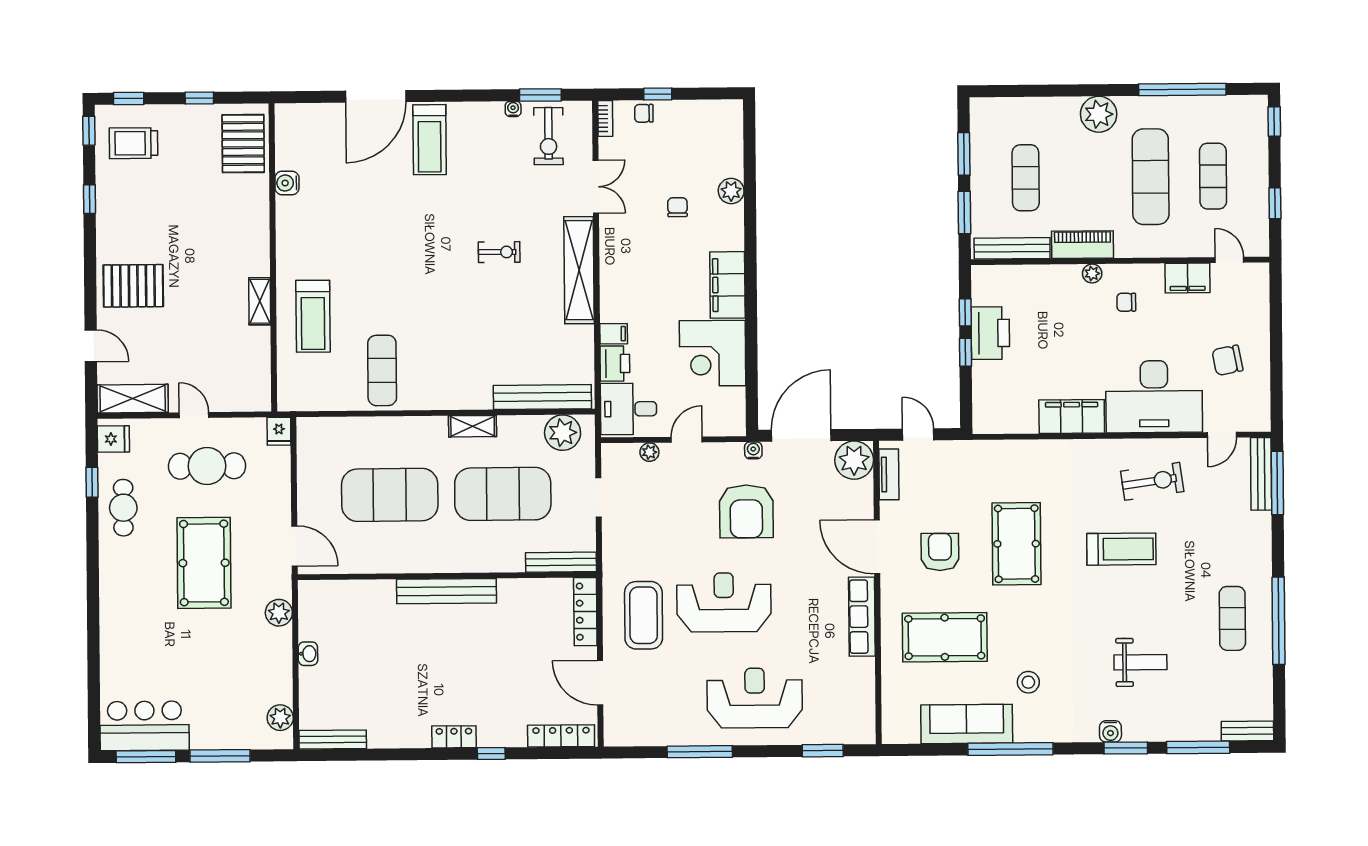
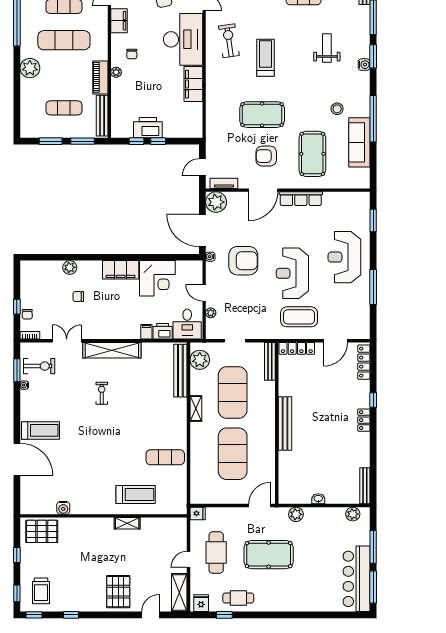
bar counter: (145, 726) -> (357, 579), width x1.36

